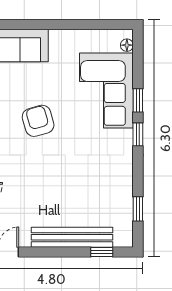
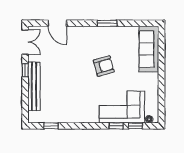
window: (138, 134) -> (136, 126), moved
window: (102, 252) -> (25, 70), moved

